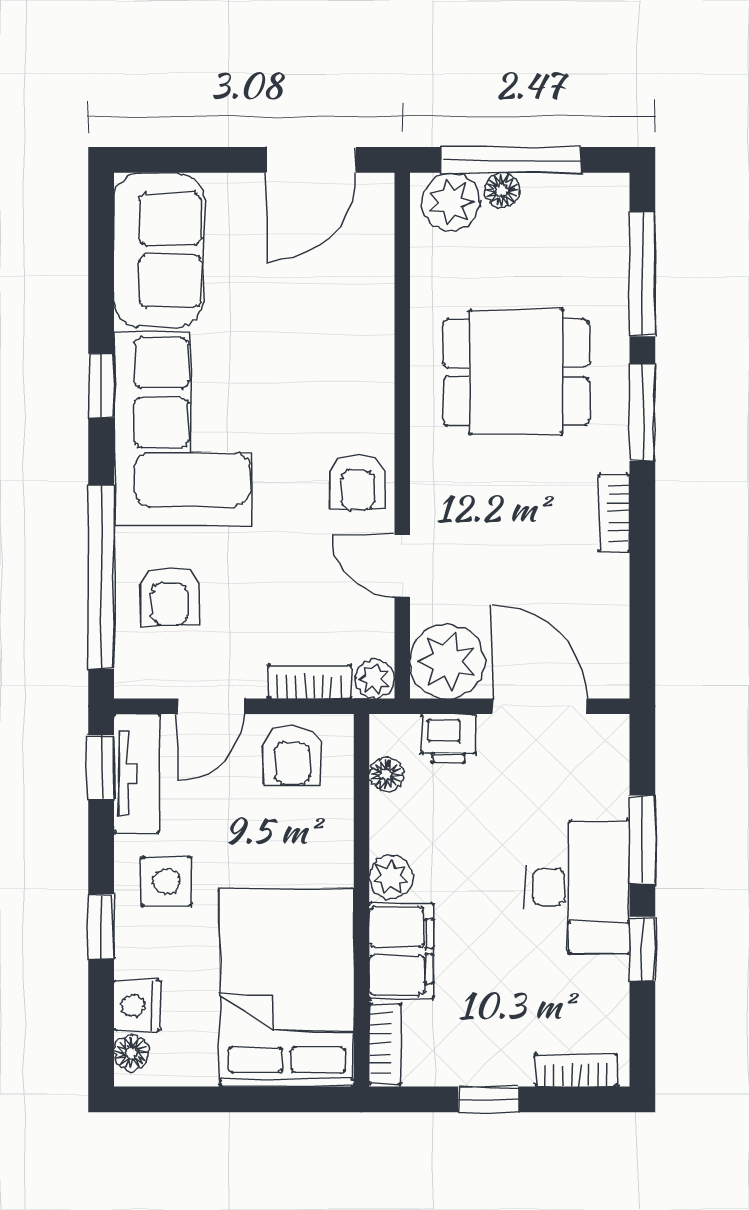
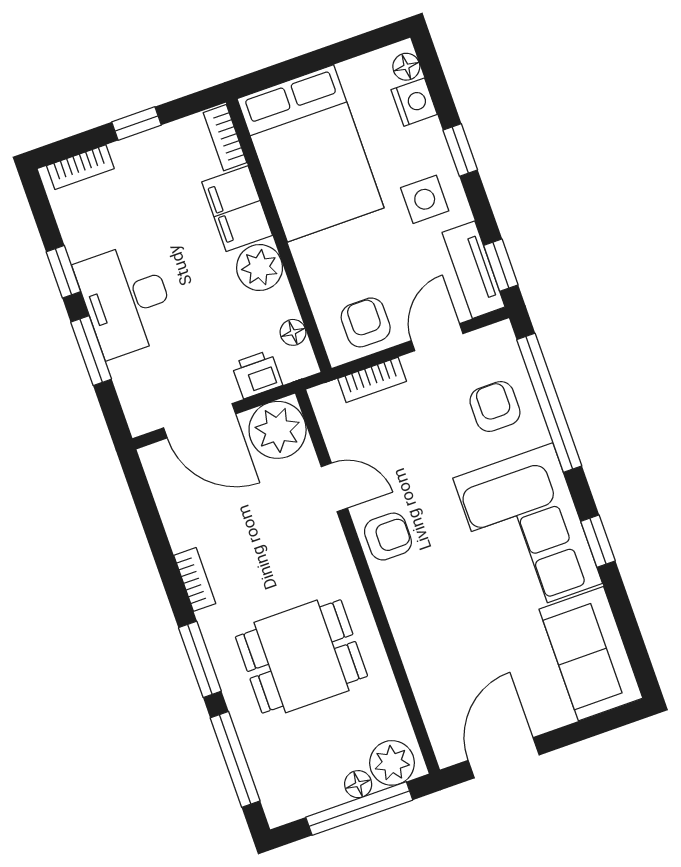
armchair: (358, 482) -> (388, 537), turned 90
plant: (375, 679) -> (325, 398), removed
plant: (391, 877) -> (260, 268), width x1.38, depth x1.38

